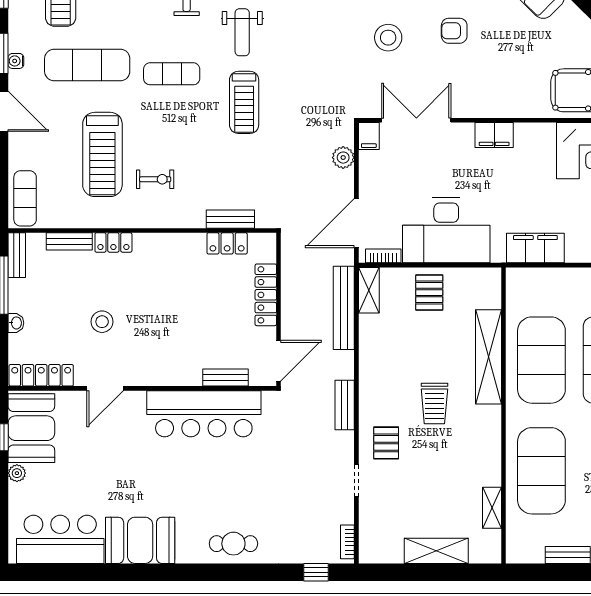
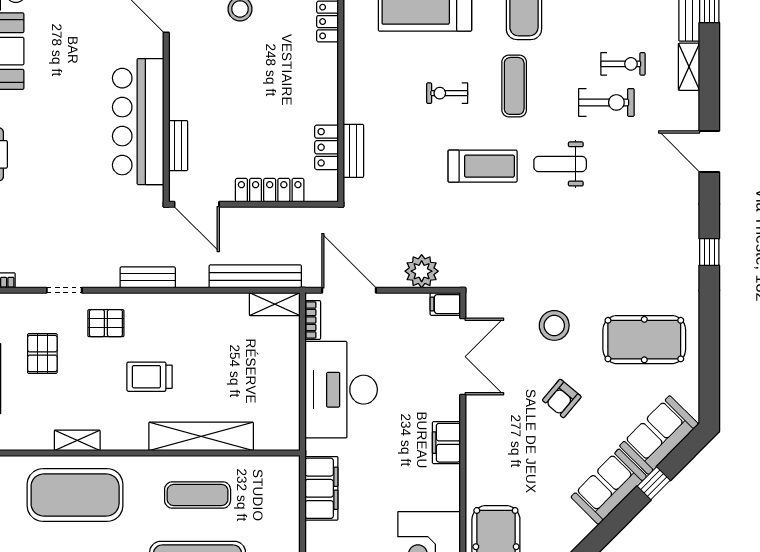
armchair: (454, 31) -> (562, 398), turned -140
treadmill: (244, 102) -> (483, 166), turned 180
plant: (343, 158) -> (422, 271), width x1.36, depth x1.36
exercise bike: (155, 179) -> (447, 93), moved, turned 90
pallet: (429, 293) -> (42, 354), moved, turned 90
exercise mat: (541, 360) -> (198, 495), width x0.50, depth x0.69
shelving: (492, 508) -> (77, 440), moved

